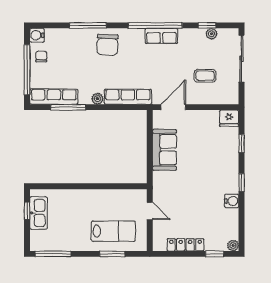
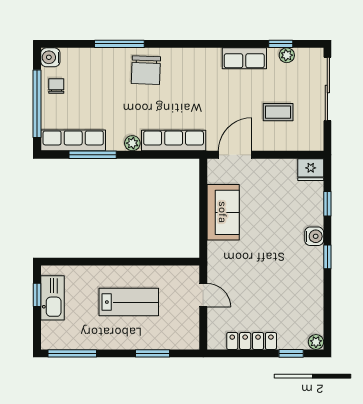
window: (155, 25) -> (211, 44), removed
row of seats: (161, 36) -> (244, 58), moved
water cooler: (232, 201) -> (314, 236), moved
lab bench: (113, 231) -> (129, 302), moved

